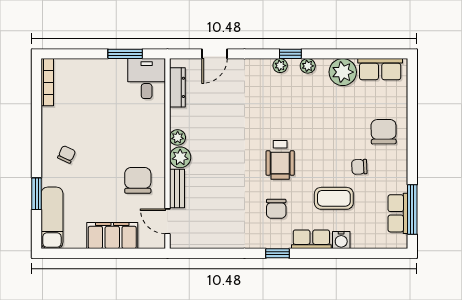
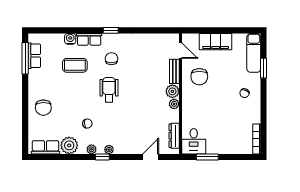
chair: (359, 167) -> (87, 124), moved

